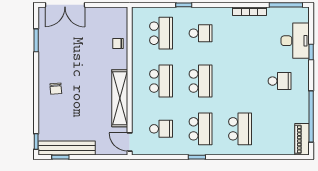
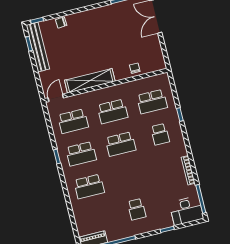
desk: (295, 41) -> (186, 211), moved
chair: (56, 89) -> (61, 23), moved
school desk: (161, 129) -> (73, 121), width x1.85

